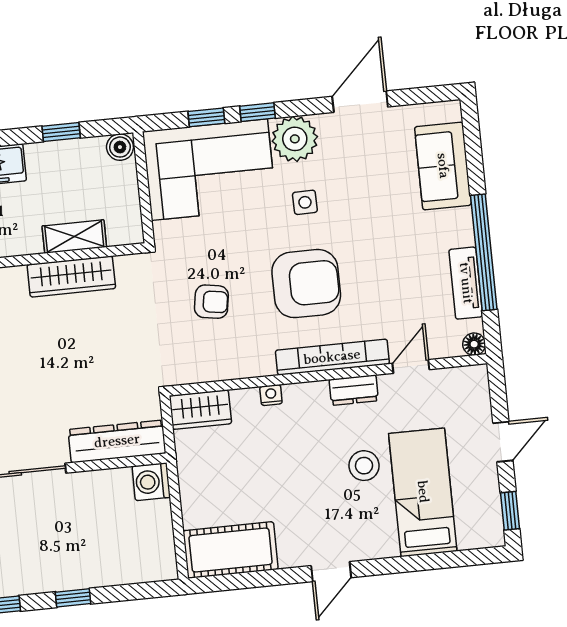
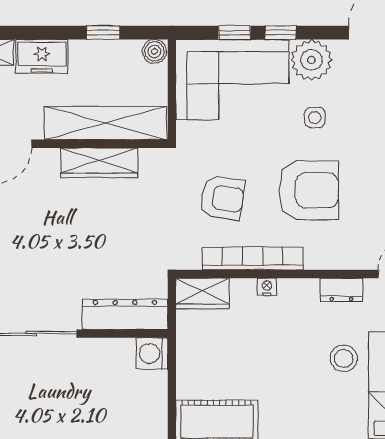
shelving: (74, 237) -> (106, 123), width x2.20, depth x1.33
armchair: (211, 302) -> (222, 198), width x1.38, depth x1.38
bookcase: (332, 357) -> (253, 258), moved

